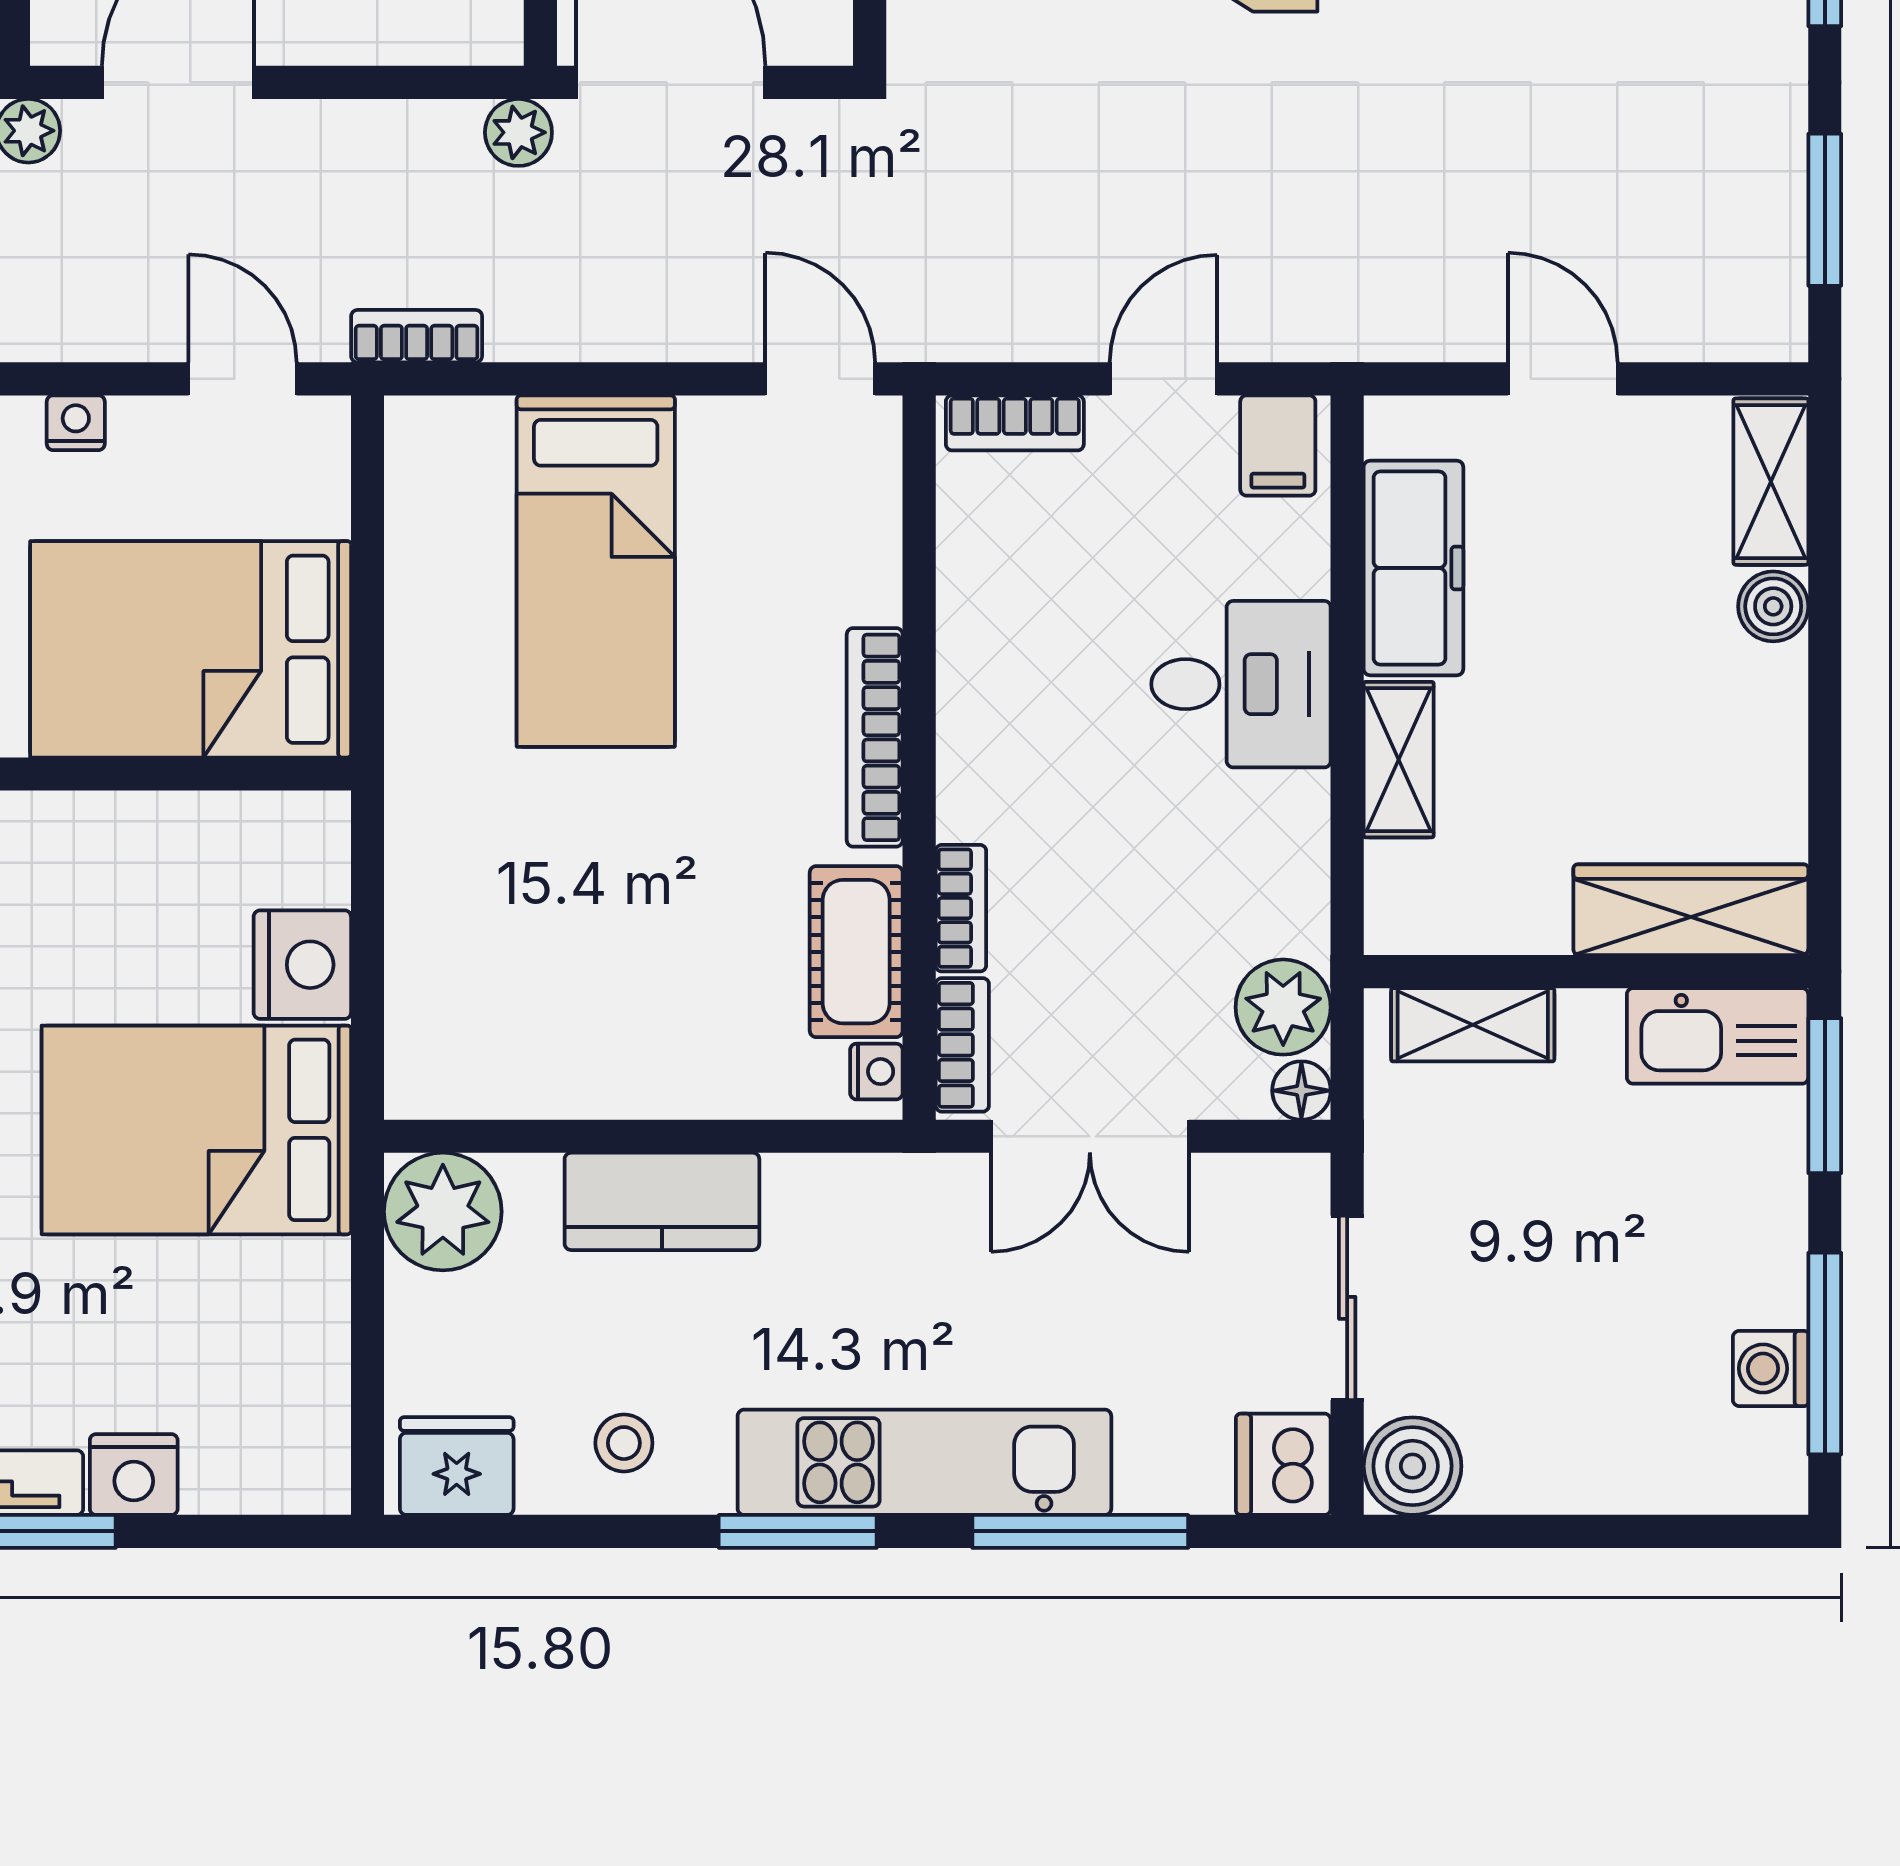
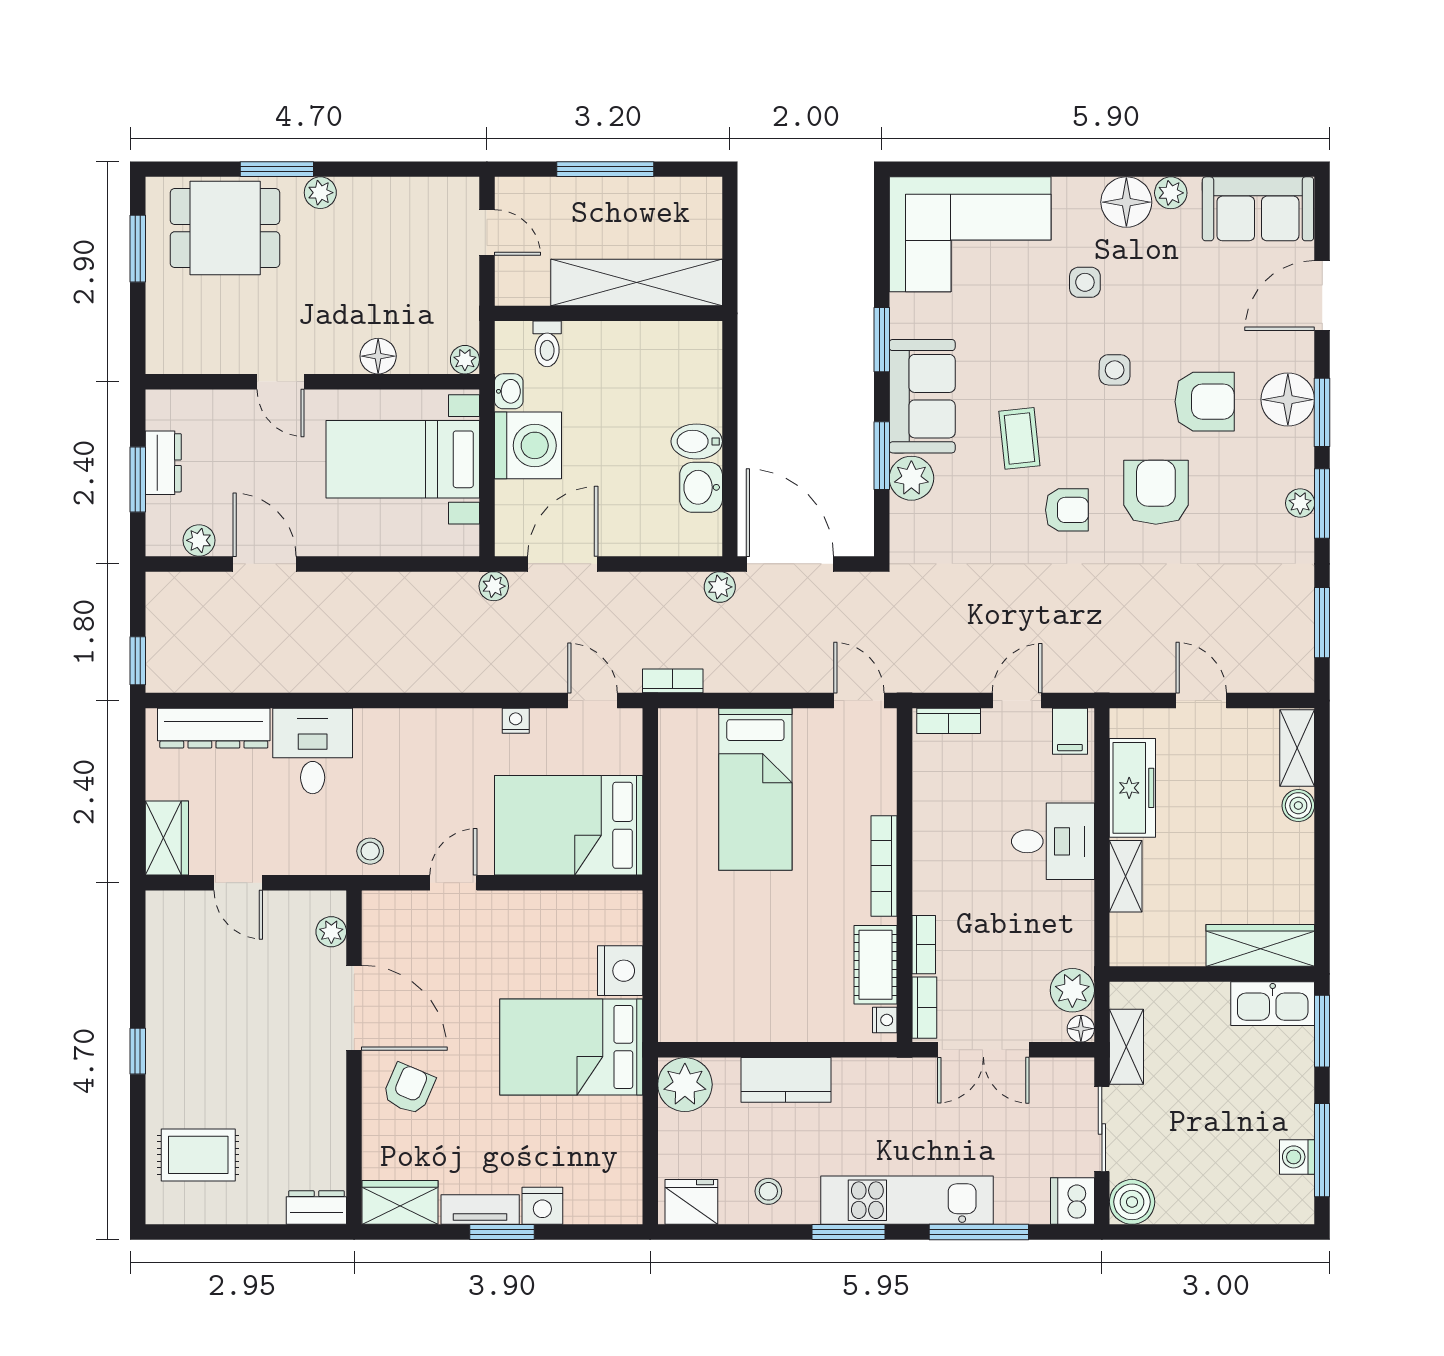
shelving: (1473, 1025) -> (1126, 1047), moved, turned 90

